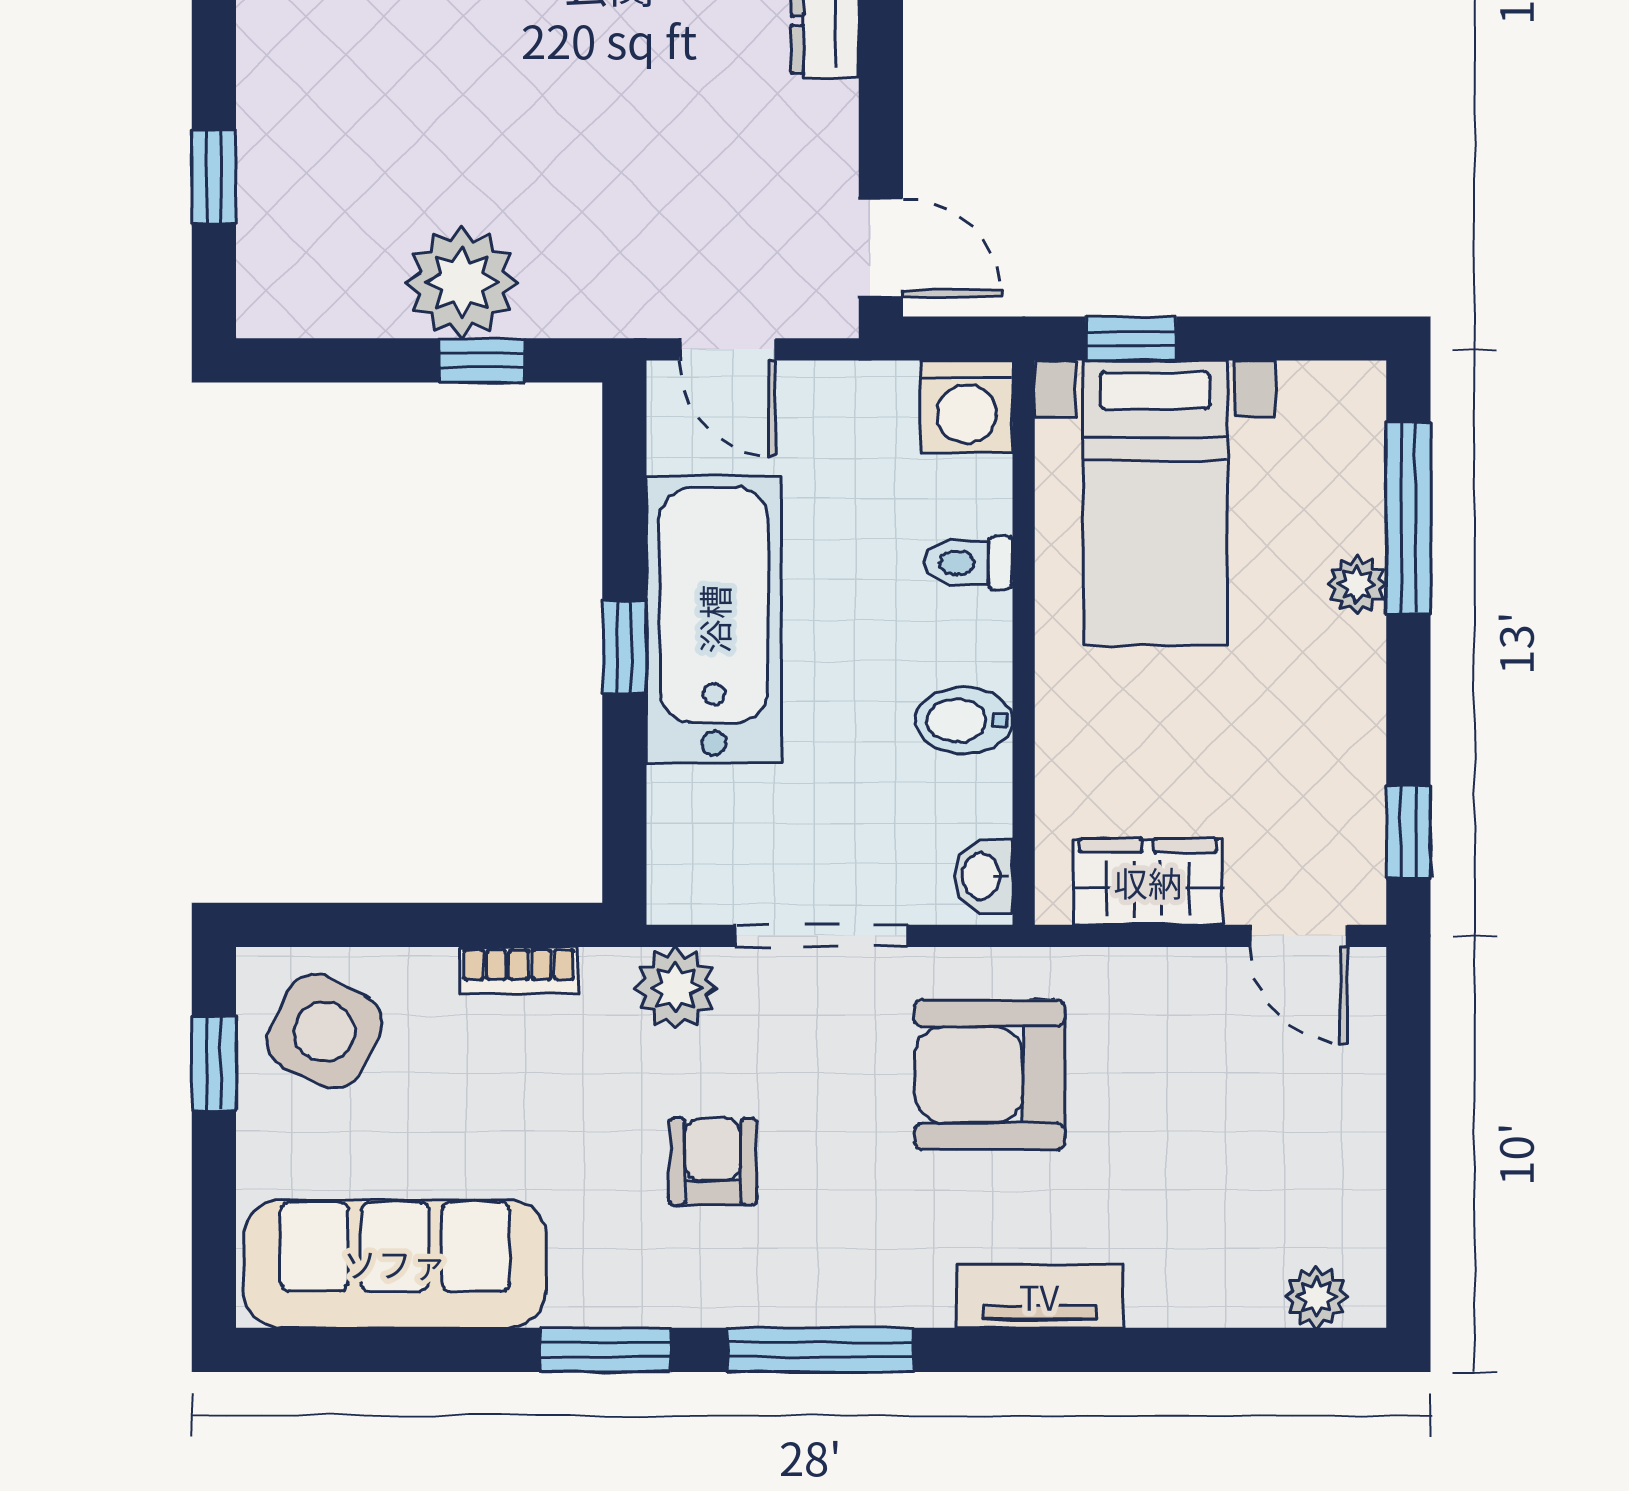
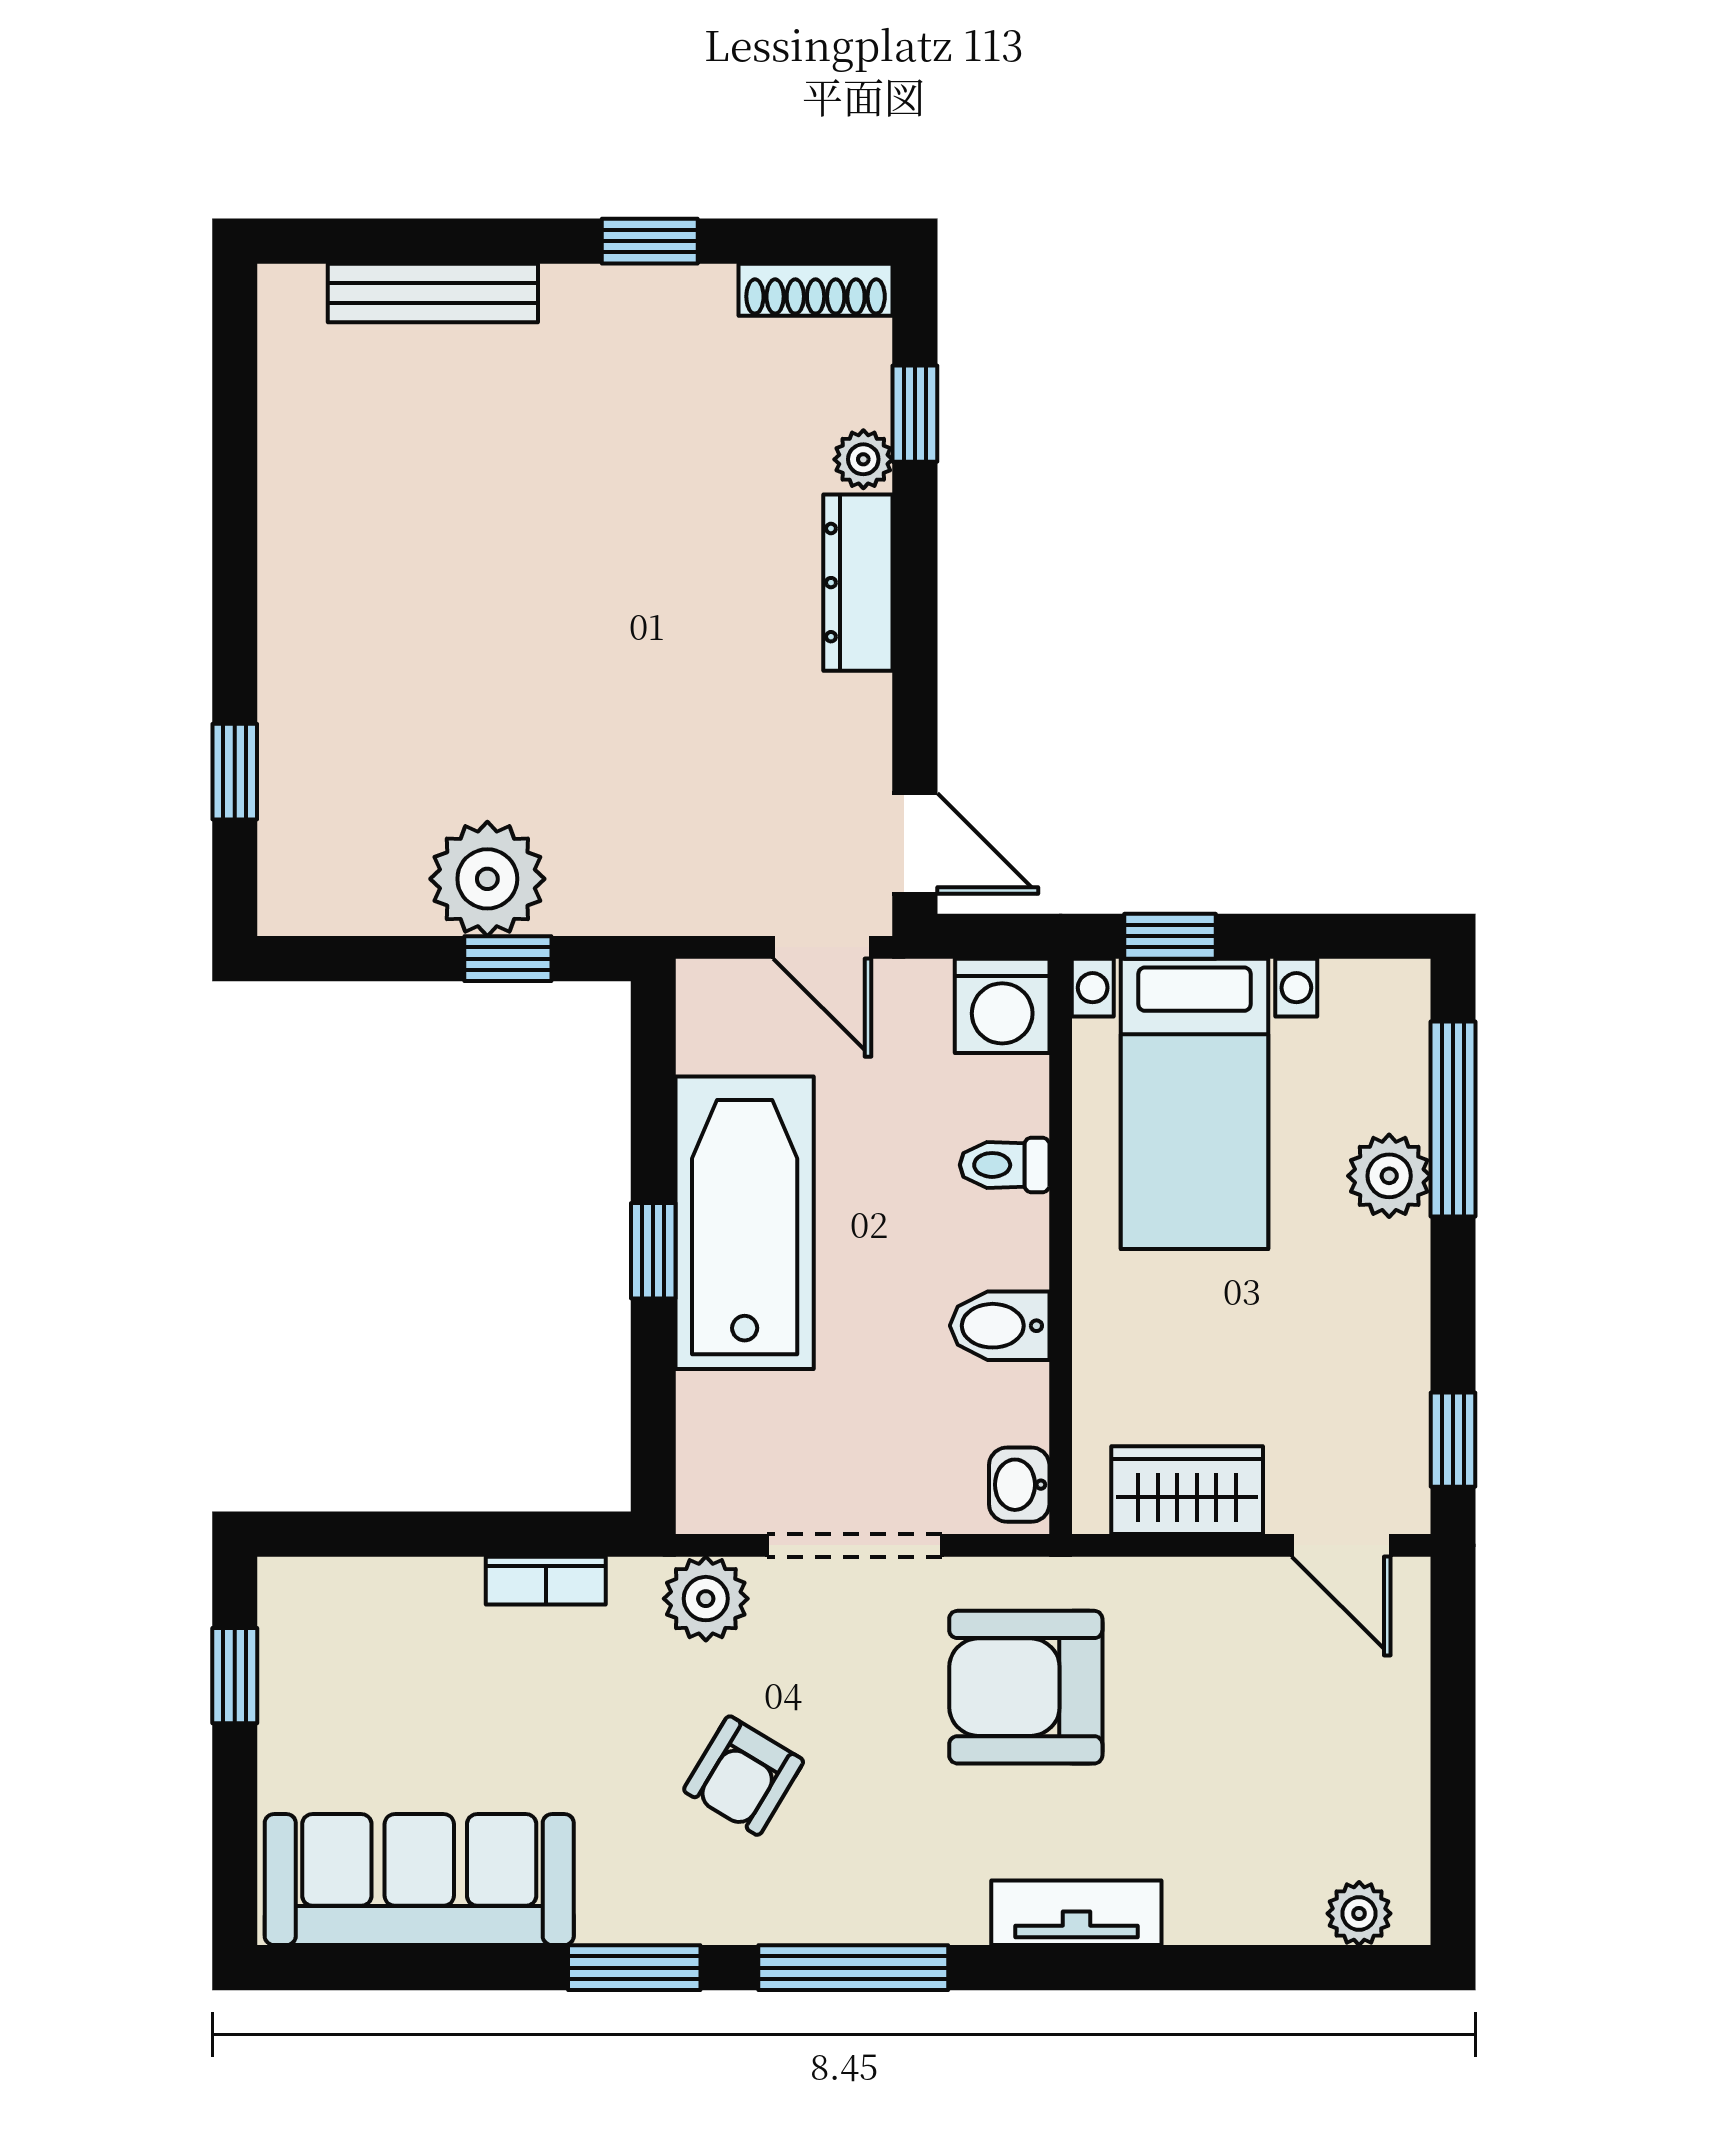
door: (727, 349) -> (822, 947), moved
plant: (1357, 585) -> (1389, 1176), width x1.38, depth x1.38
side table: (324, 1032) -> (347, 1643), removed
armchair: (713, 1162) -> (744, 1776), turned -149

